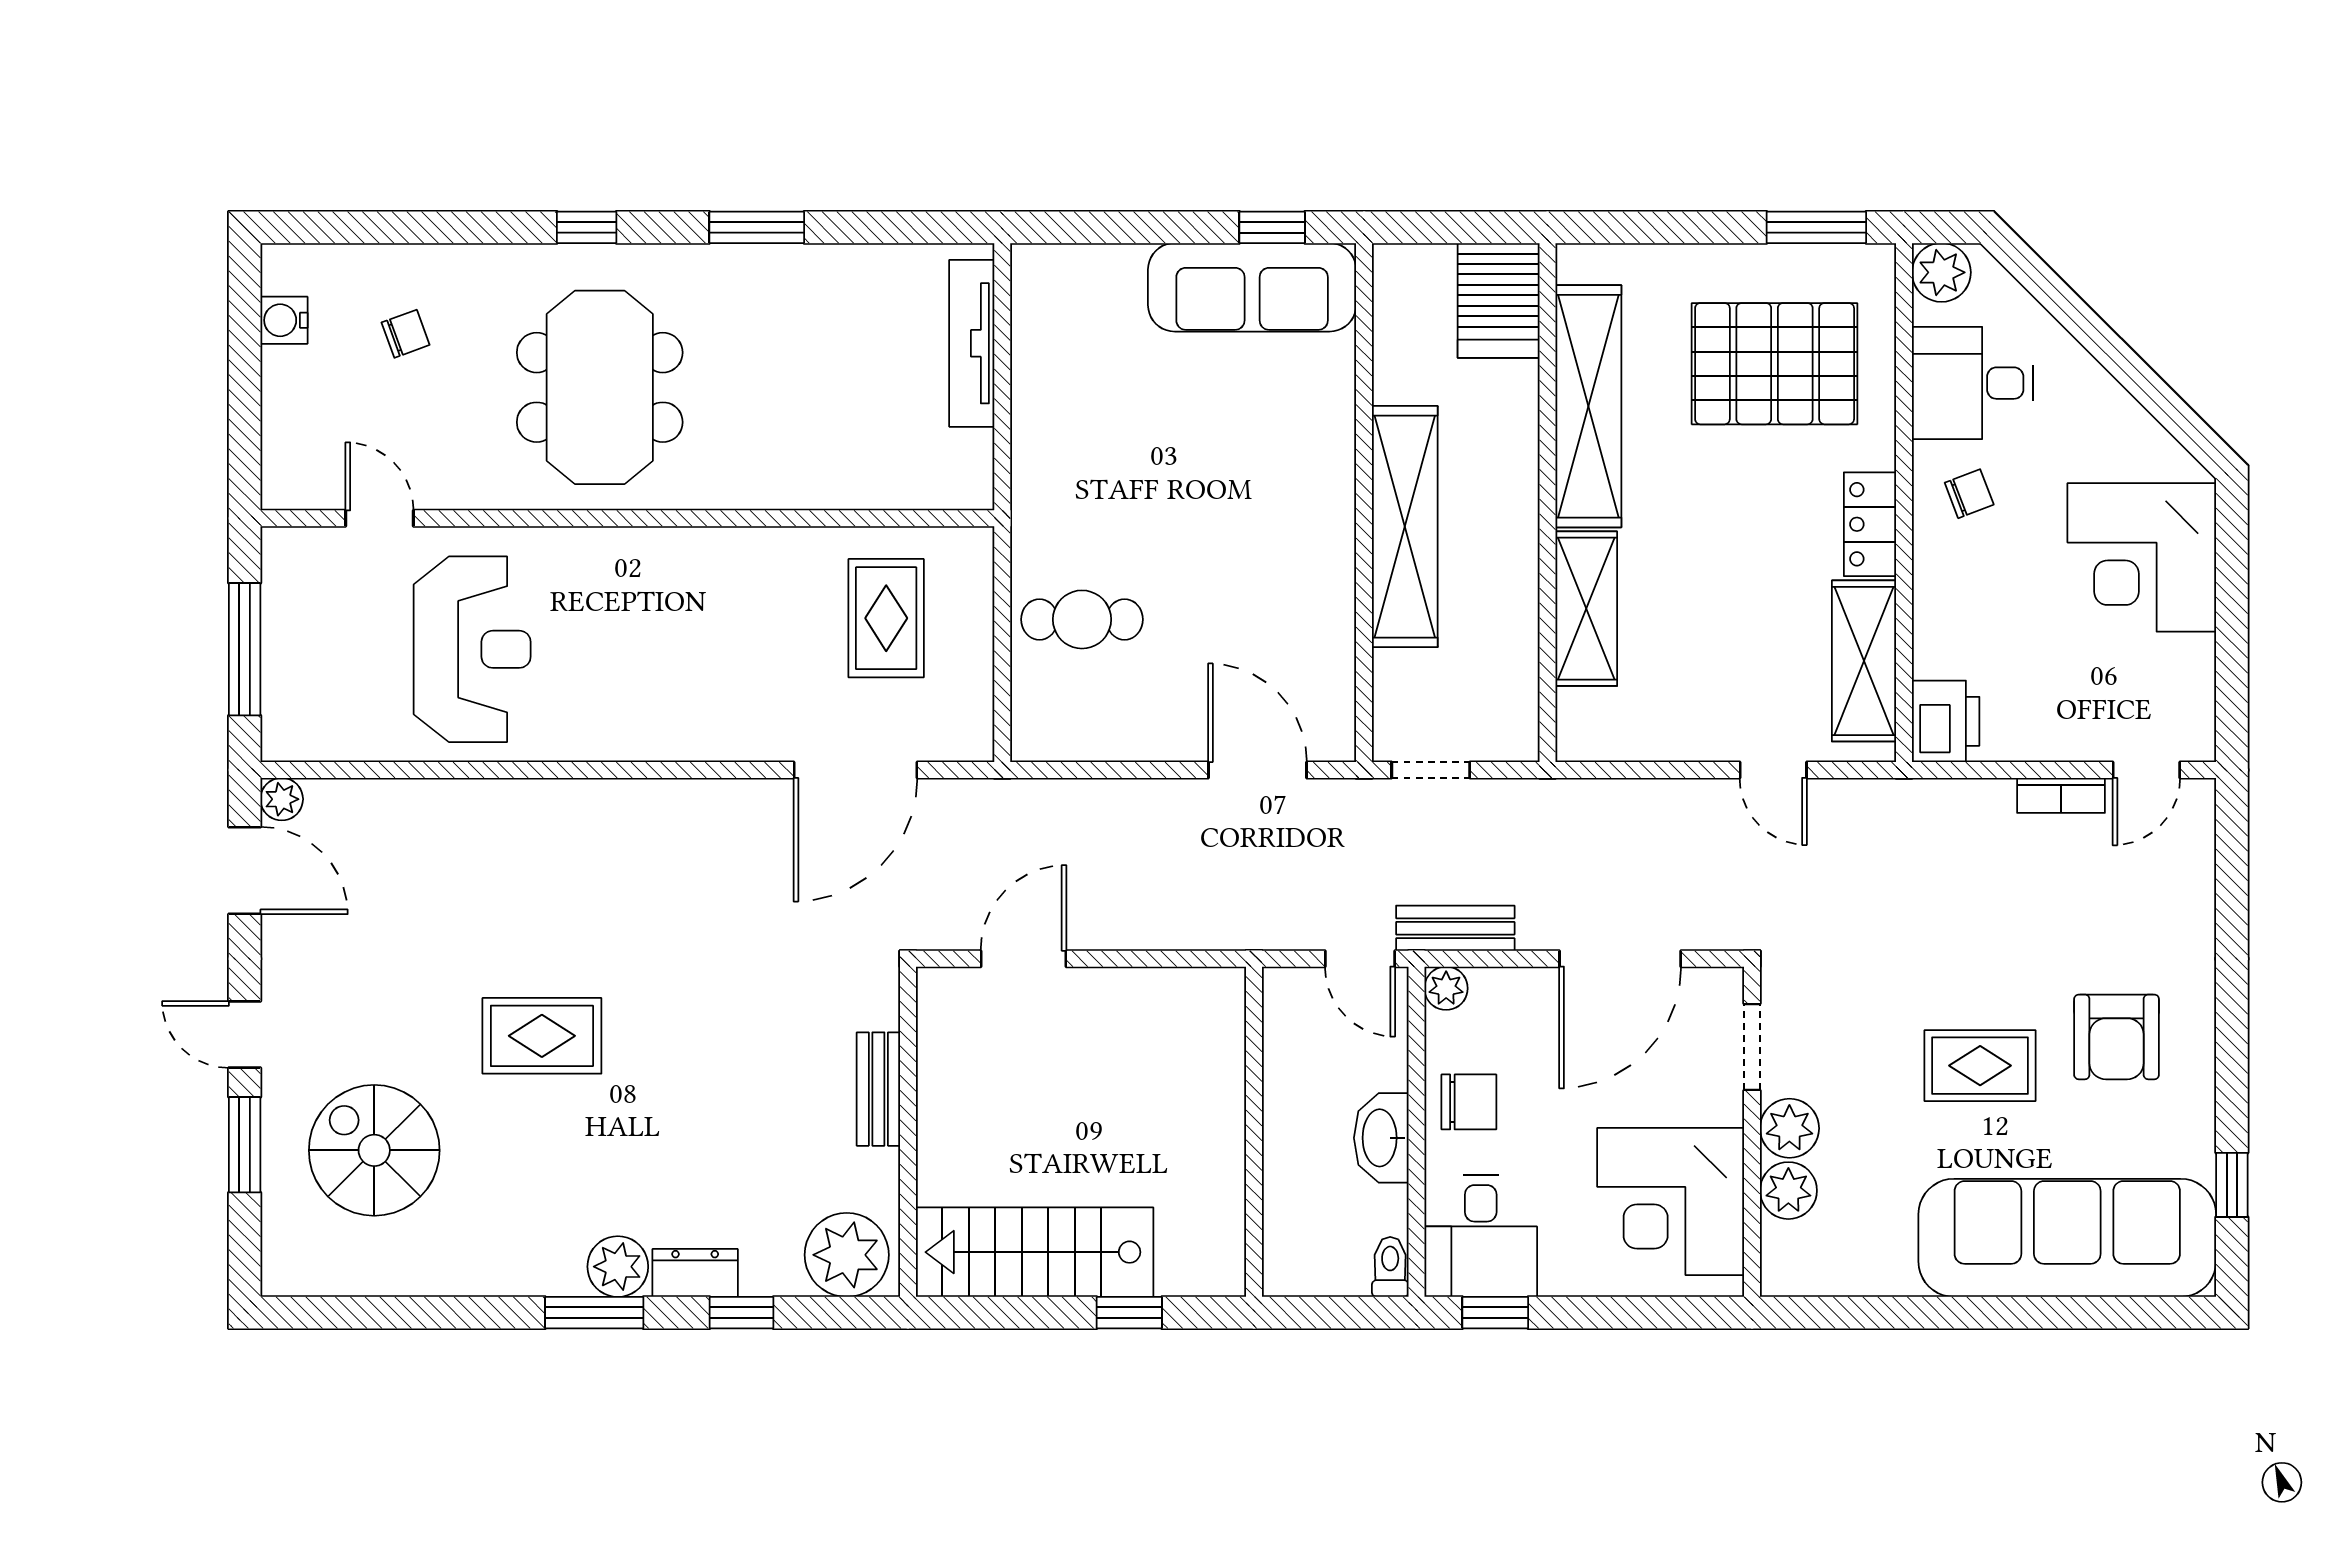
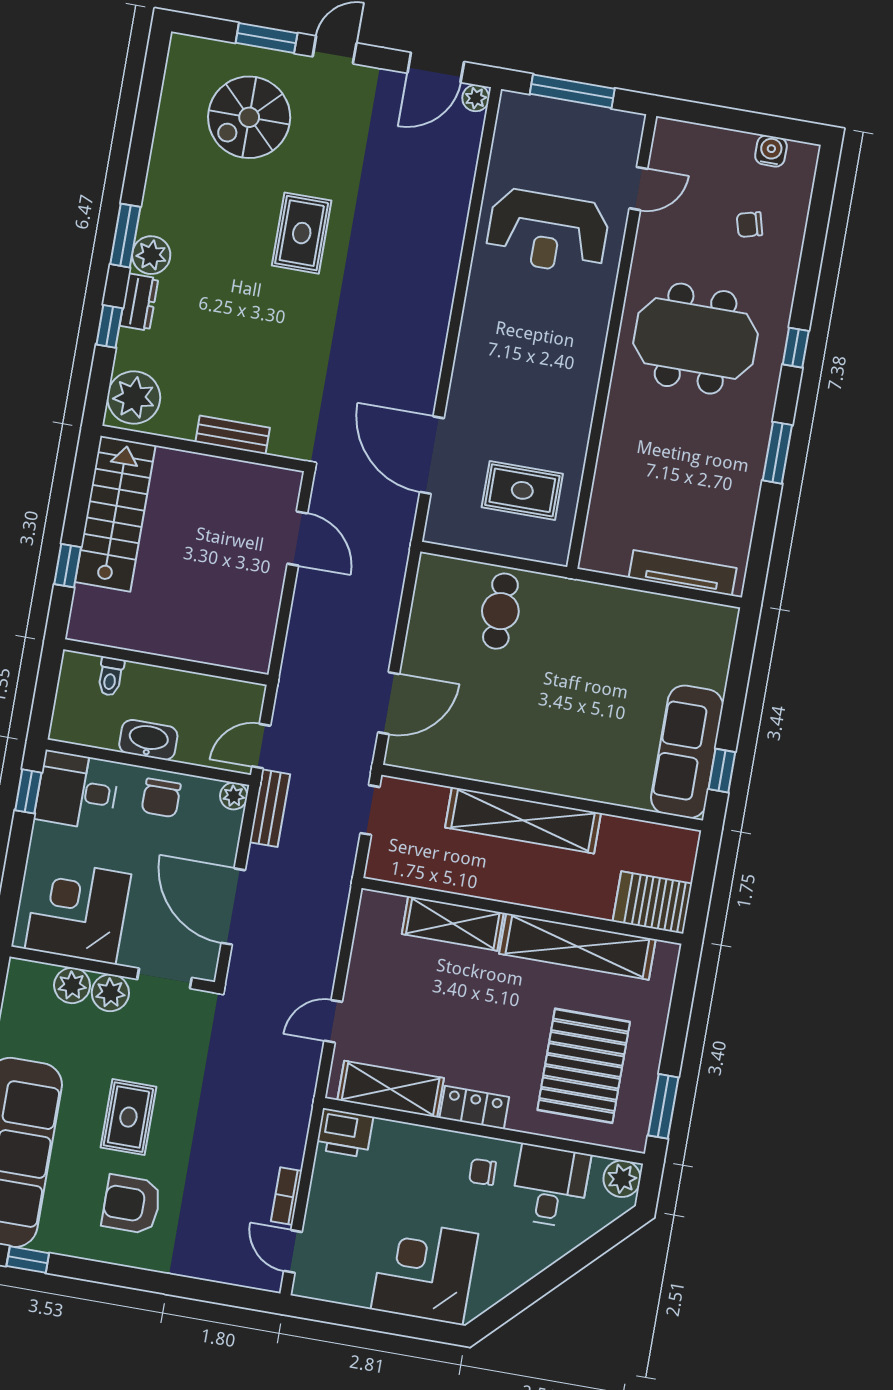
chair: (406, 334) -> (750, 225), turned 95
chair: (1969, 494) -> (483, 1172), turned 109
spiral stairs: (374, 1150) -> (249, 117), turned 180
toilet: (1390, 1267) -> (110, 676), moved, turned 90

